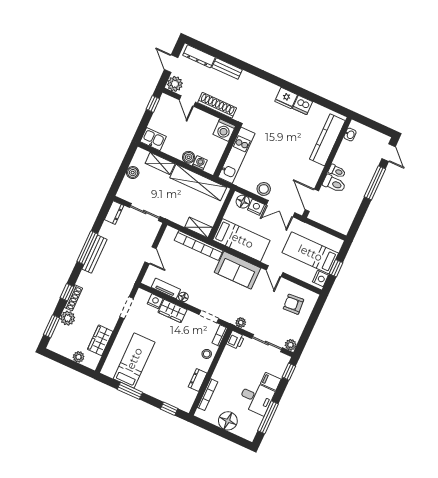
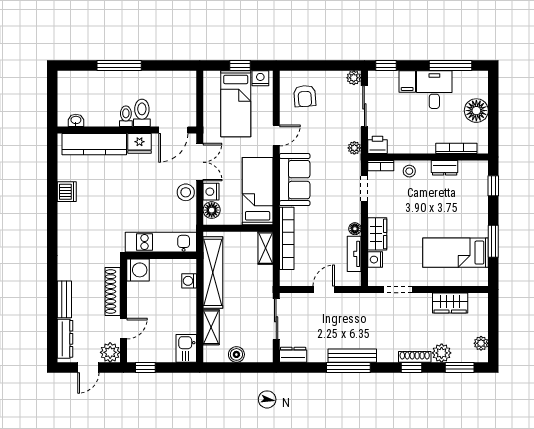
fridge: (286, 98) -> (139, 143), moved, turned 90
door: (389, 153) -> (76, 65), removed
boiler: (189, 157) -> (189, 297), removed
plant: (79, 357) -> (481, 343), moved

